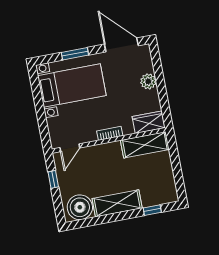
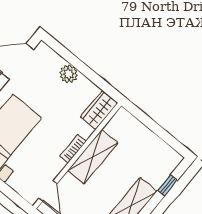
shelving: (145, 145) -> (93, 157), moved

